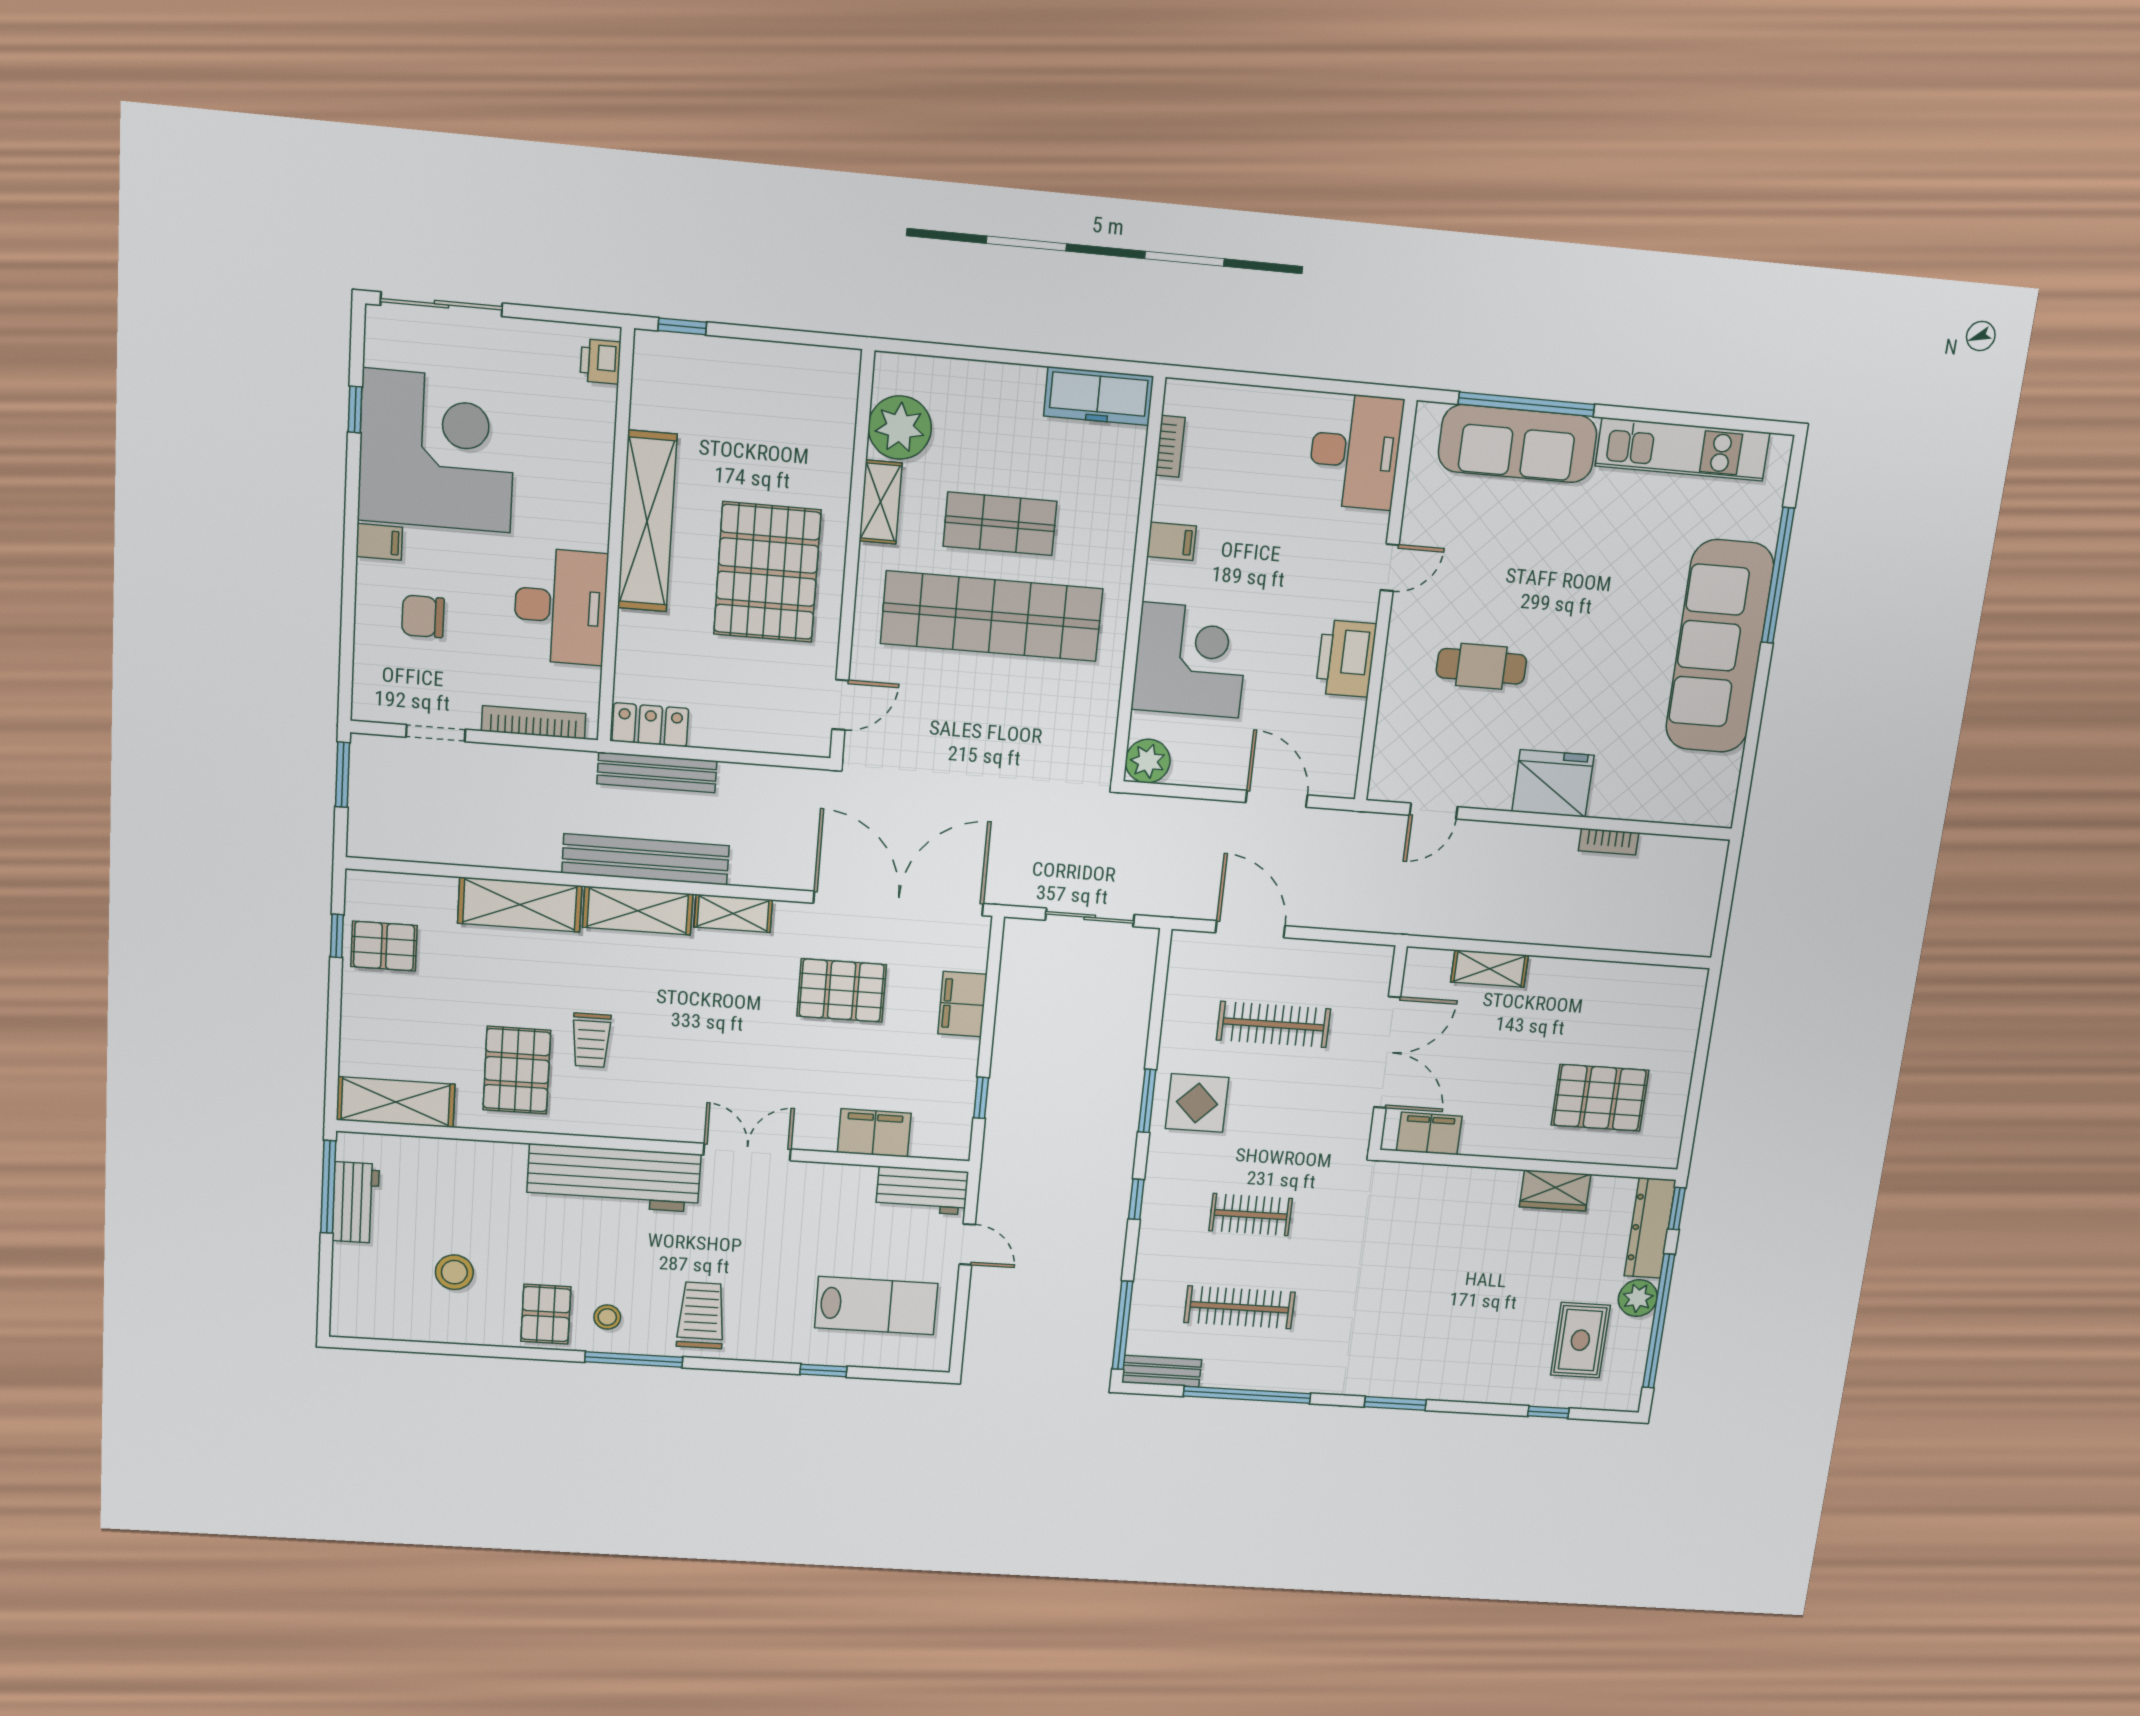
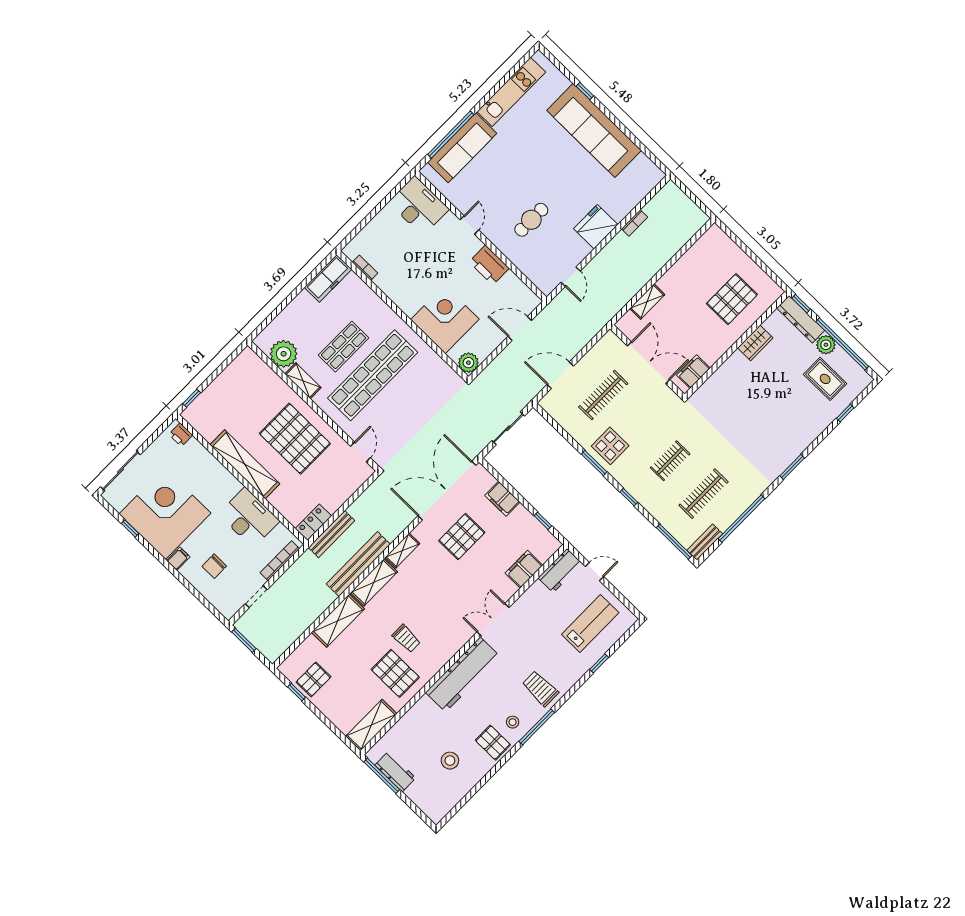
filing cabinet: (1172, 541) -> (398, 293), removed
window: (1778, 576) -> (585, 91), width x0.32

